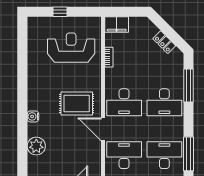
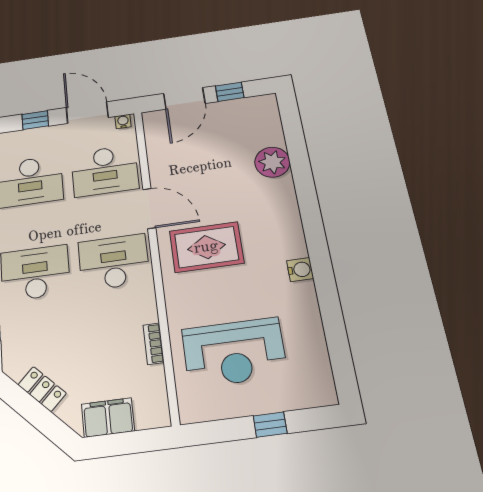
filing cabinet: (117, 25) -> (108, 418), moved
water cooler: (33, 116) -> (300, 270), moved

